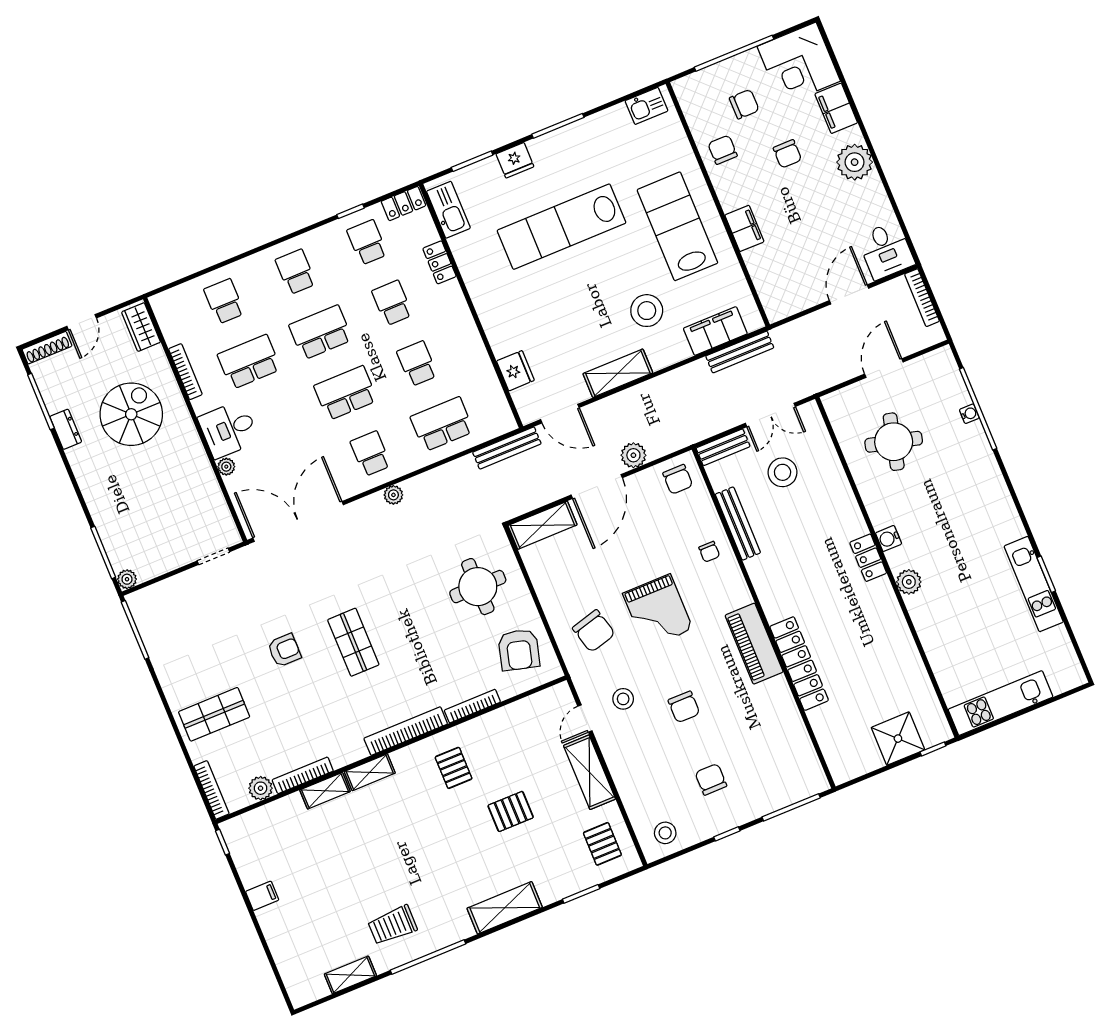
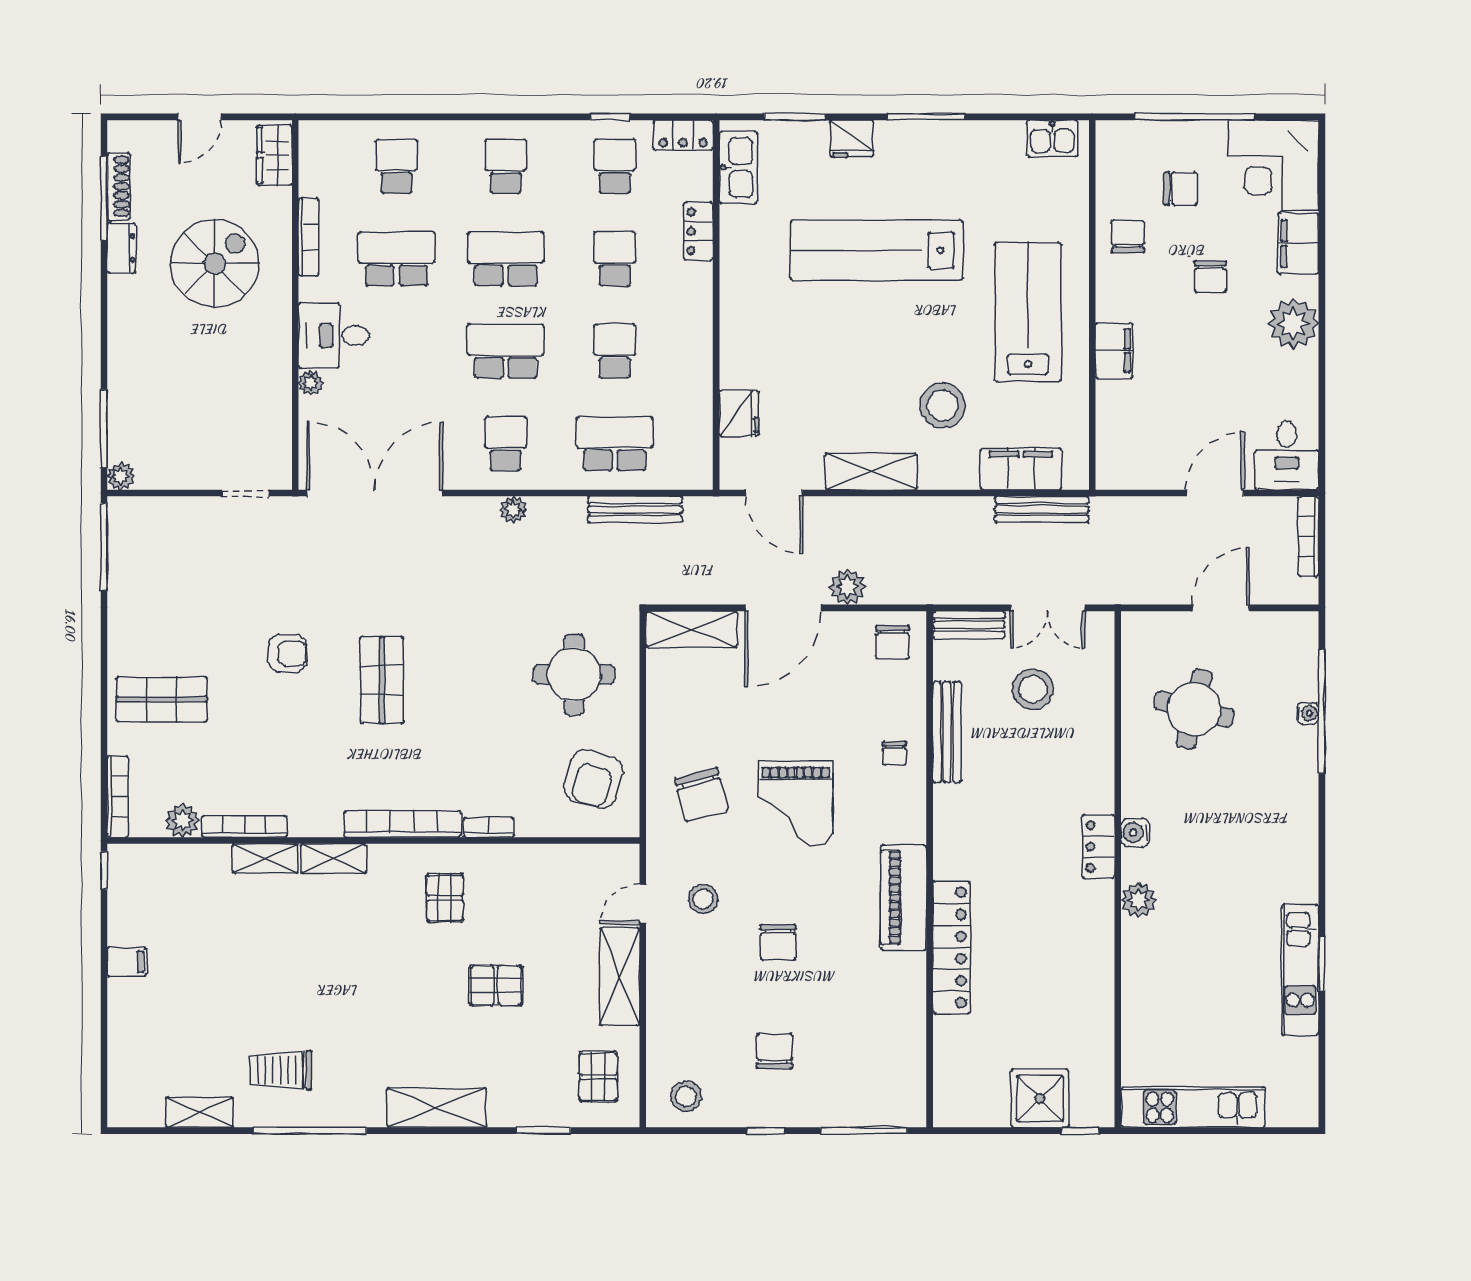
shoe rack: (47, 348) -> (119, 186), moved, turned -90
bench: (507, 448) -> (635, 509), moved
bookcase: (472, 706) -> (489, 827), width x0.64

